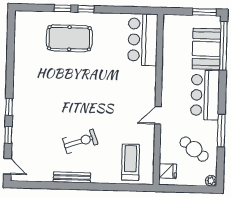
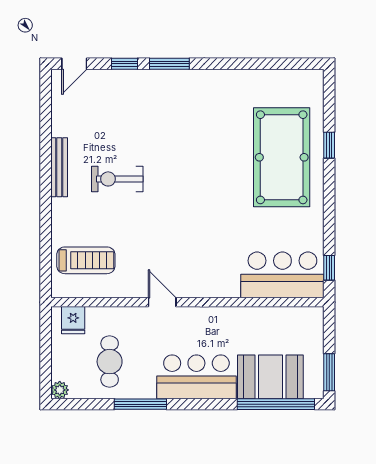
window: (86, 9) -> (329, 268), moved
pool table: (69, 38) -> (282, 157), width x1.36, depth x1.32
window: (9, 107) -> (169, 64), width x1.50
exercise bike: (80, 141) -> (117, 179), turned 109
cafe table: (194, 149) -> (110, 362), turned -37

